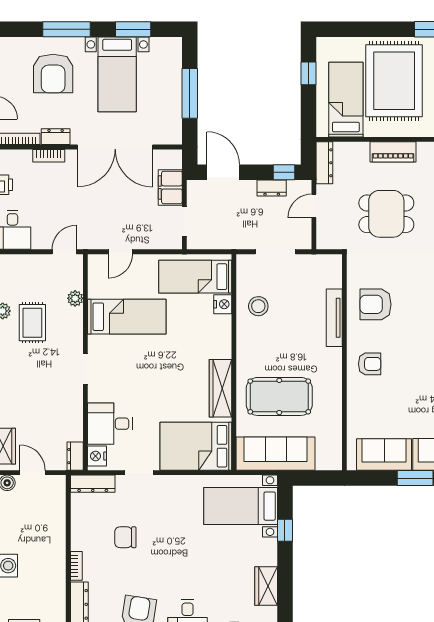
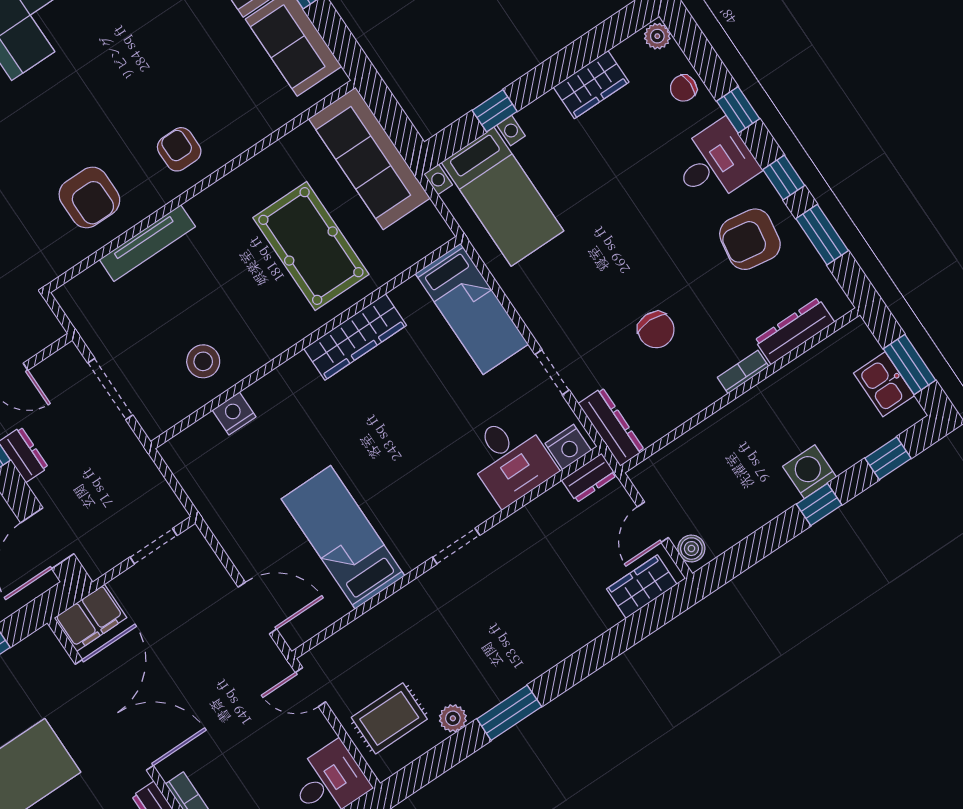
filing cabinet: (170, 187) -> (90, 618), moved
door: (120, 252) -> (257, 608), width x1.38
bed: (195, 277) -> (221, 479), removed
plant: (75, 298) -> (366, 627), removed
rug: (32, 323) -> (389, 718), moved
bed: (196, 446) -> (472, 309), width x0.67
sofa: (276, 454) -> (369, 158), moved

